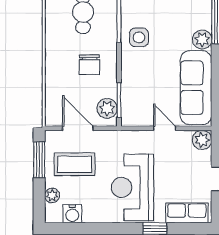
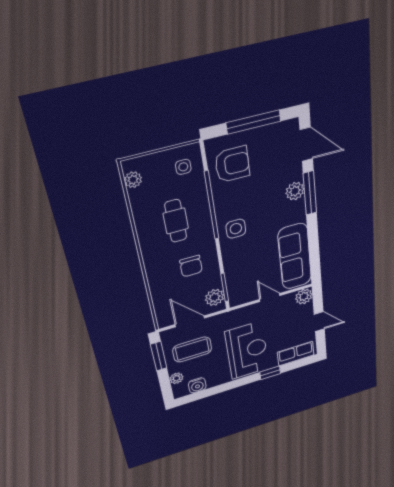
plant: (202, 40) -> (295, 191), moved
reception desk: (132, 187) -> (247, 350), turned 180

